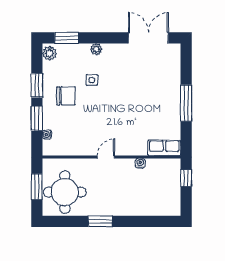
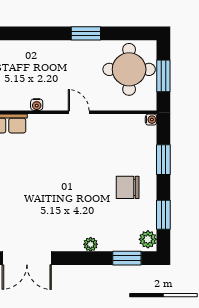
side table: (92, 80) -> (96, 207), removed
window: (37, 85) -> (163, 215), moved
water cooler: (47, 135) -> (151, 120), moved
door: (106, 157) -> (79, 112), swing flipped

